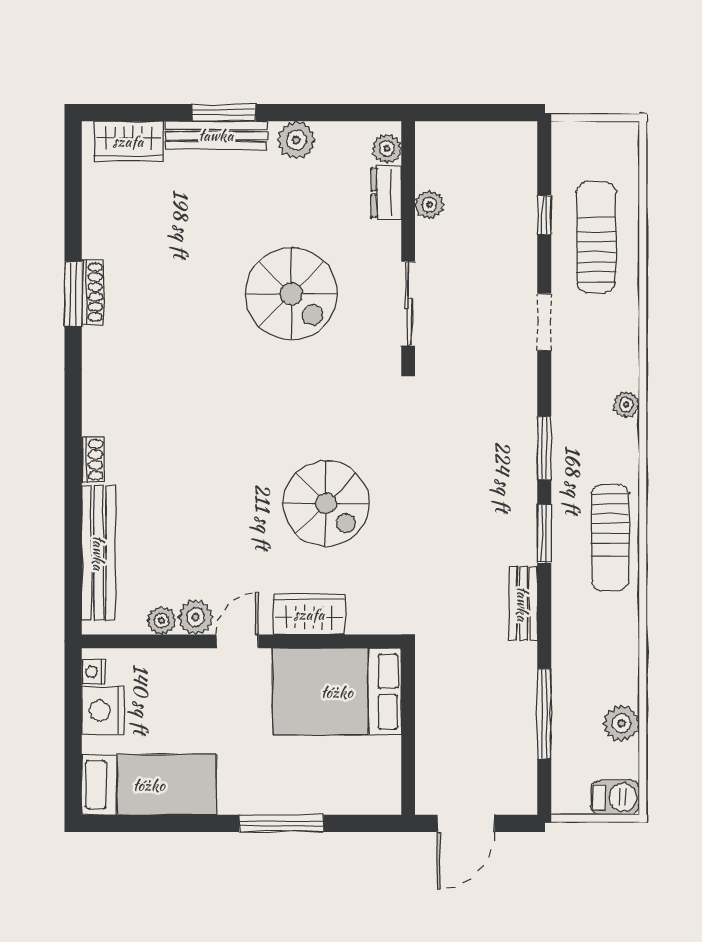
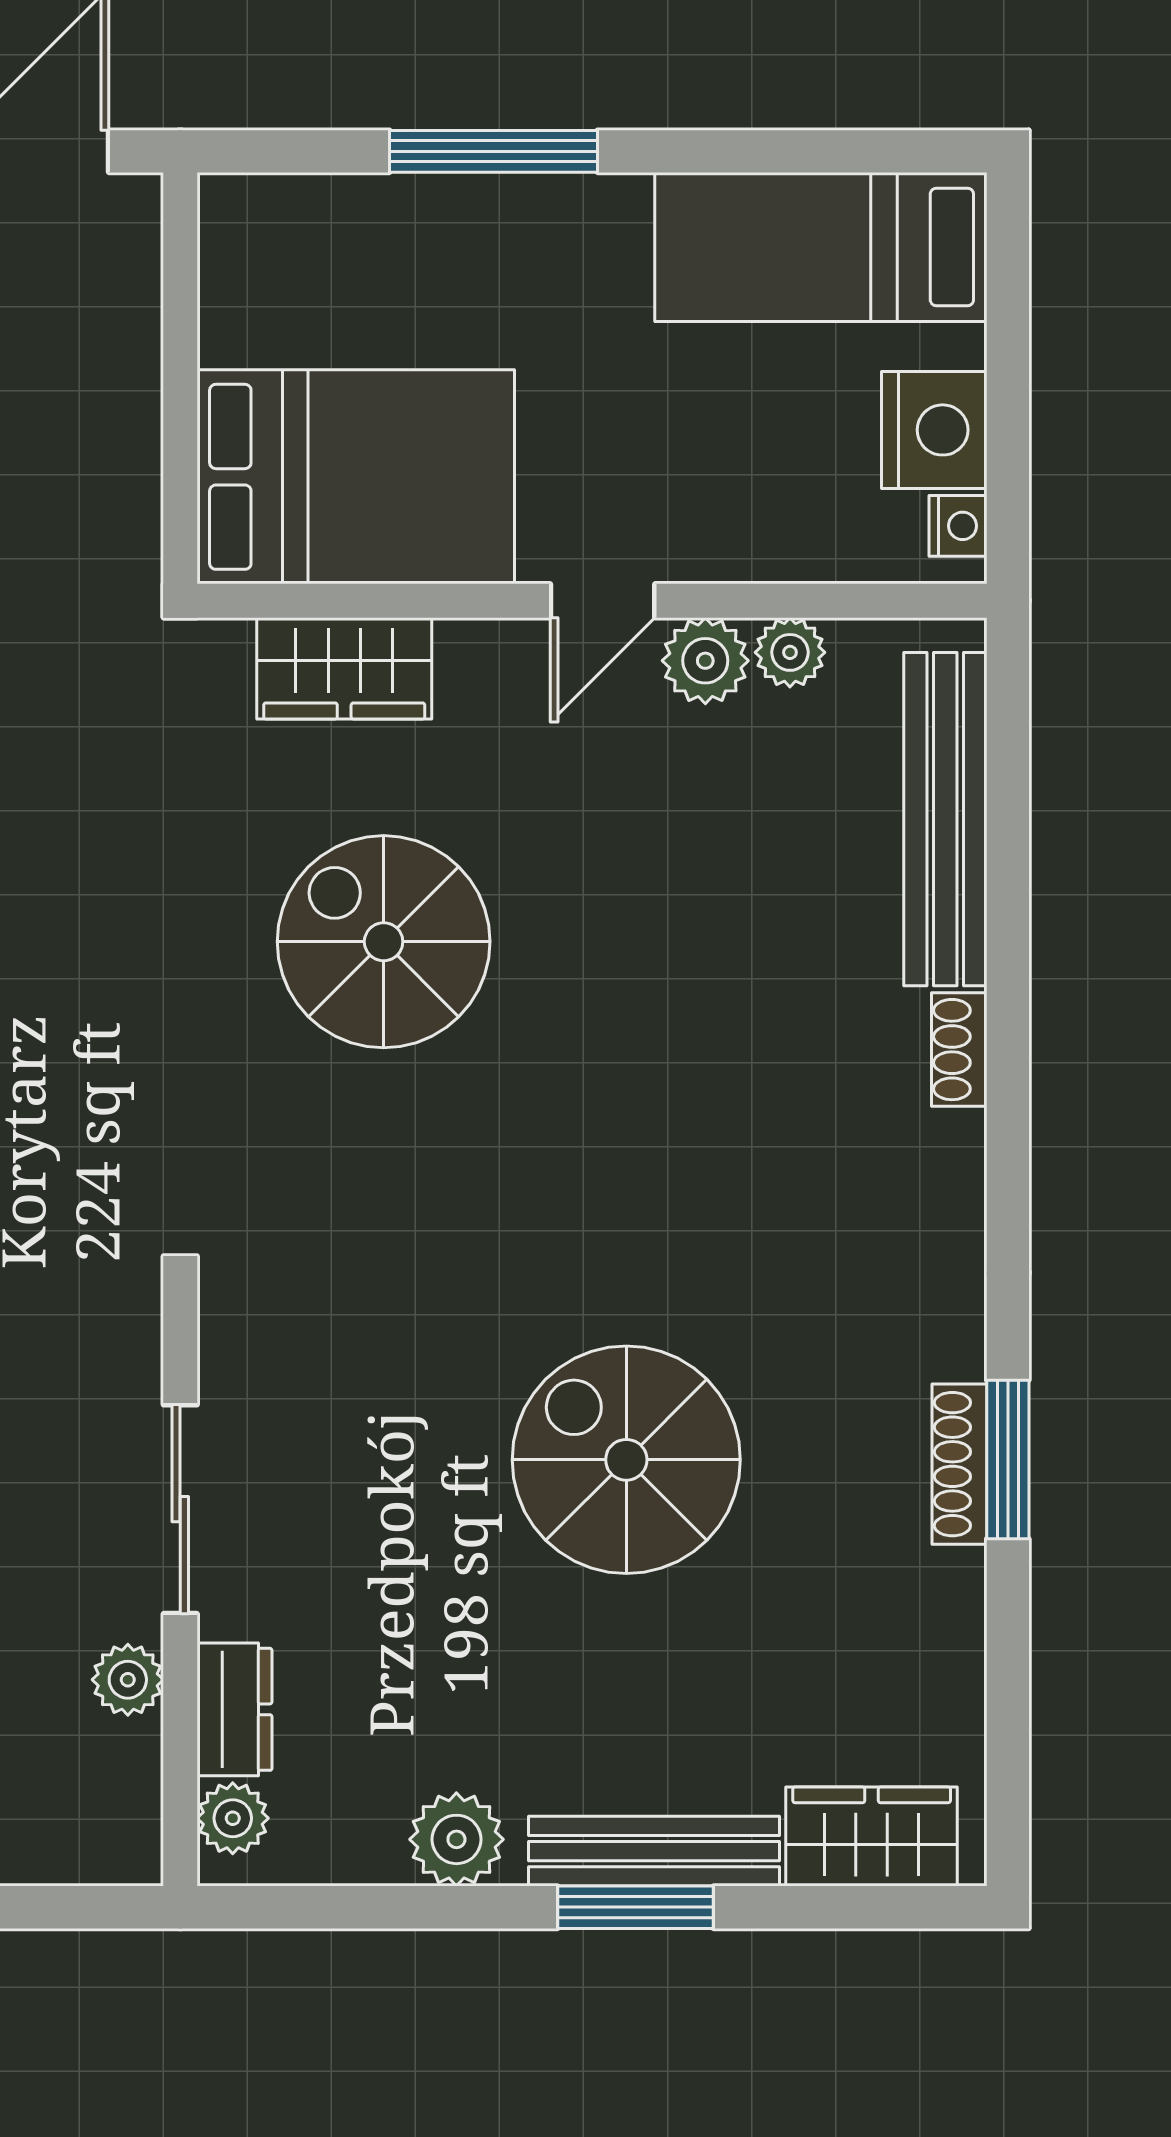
spiral stairs: (291, 294) -> (626, 1460), moved
sliding door: (408, 304) -> (180, 1509), moved
wardrobe: (309, 614) -> (344, 668), moved

